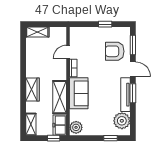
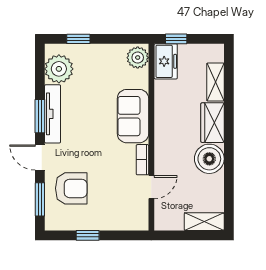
boiler: (34, 69) -> (209, 159), added
shelving: (60, 97) -> (166, 110), removed
shelving: (31, 124) -> (215, 82), moved

